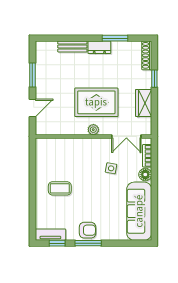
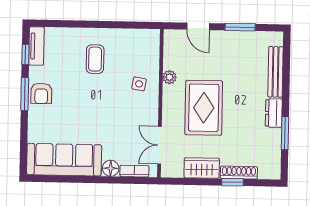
bench: (72, 46) -> (276, 72), width x1.36
shoe rack: (147, 55) -> (239, 173), moved
plant: (93, 130) -> (170, 77), moved
side table: (111, 168) -> (139, 84), moved

